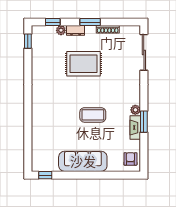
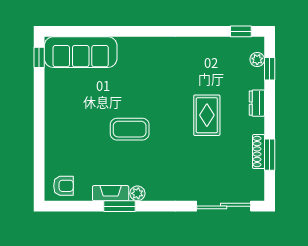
window: (90, 22) -> (270, 155), moved
plant: (61, 30) -> (257, 59), moved
rug: (84, 64) -> (207, 115), width x0.73, depth x0.70
coffee table: (93, 115) -> (130, 129), turned 90
sofa: (83, 161) -> (81, 52), moved, turned 90

